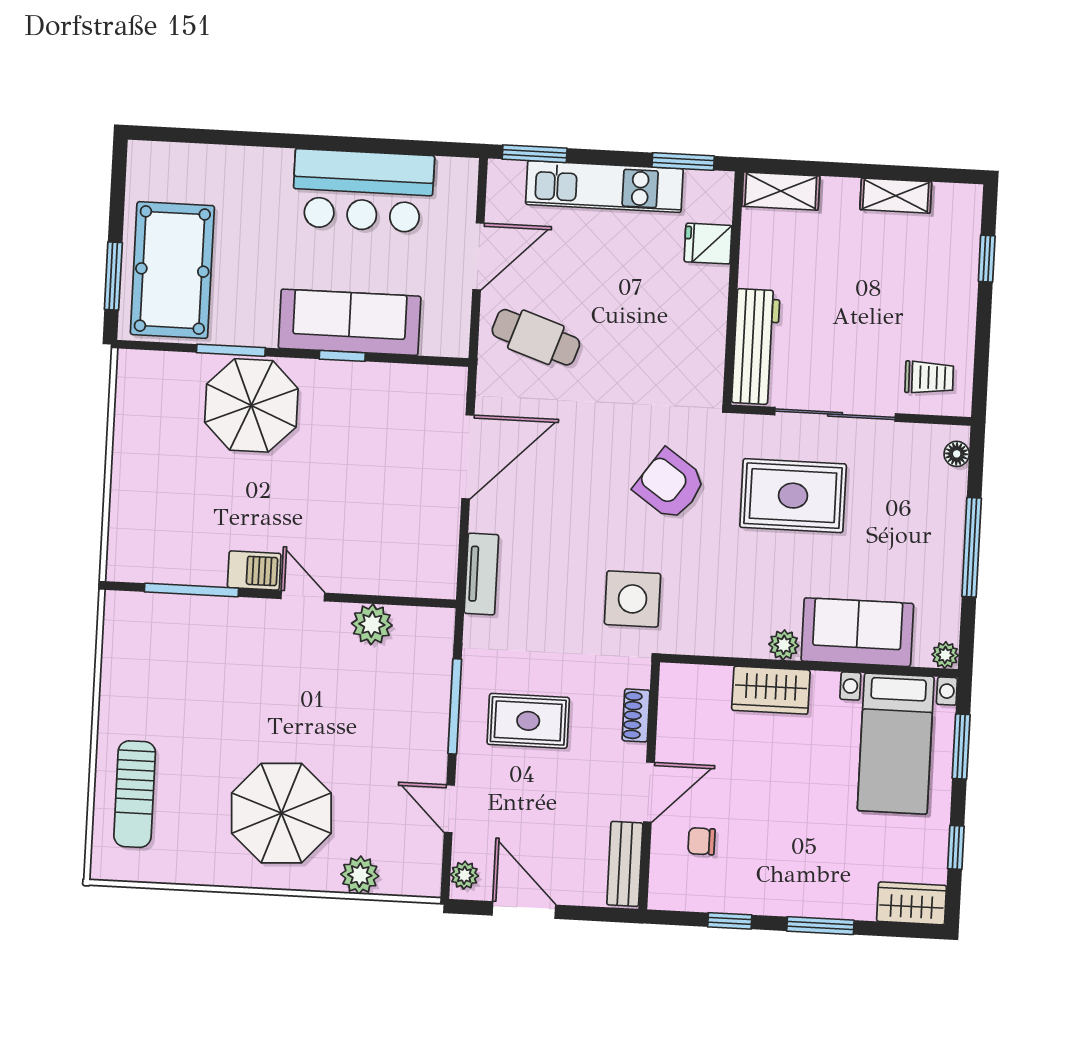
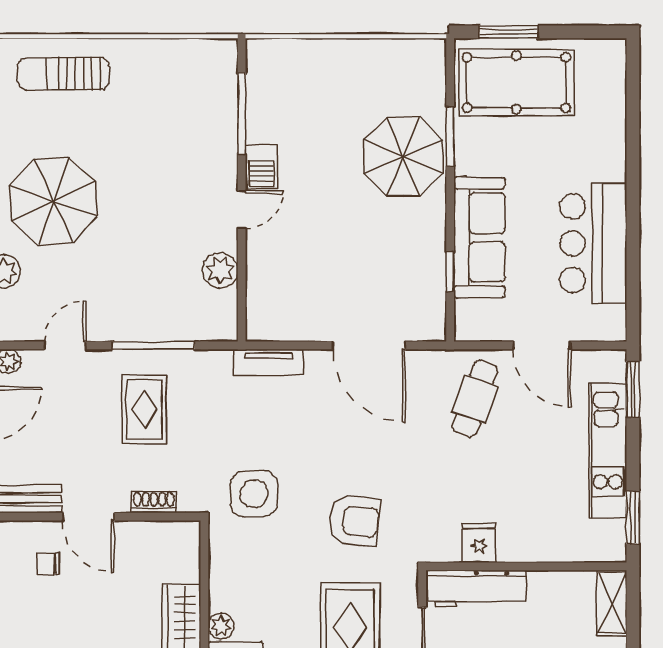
fridge: (708, 244) -> (479, 543), moved
window: (342, 356) -> (450, 272), moved
armchair: (670, 485) -> (354, 521), turned 61
chair: (701, 841) -> (48, 564), turned -90

